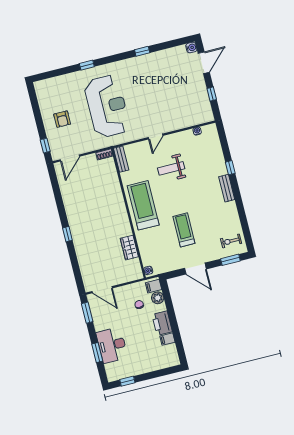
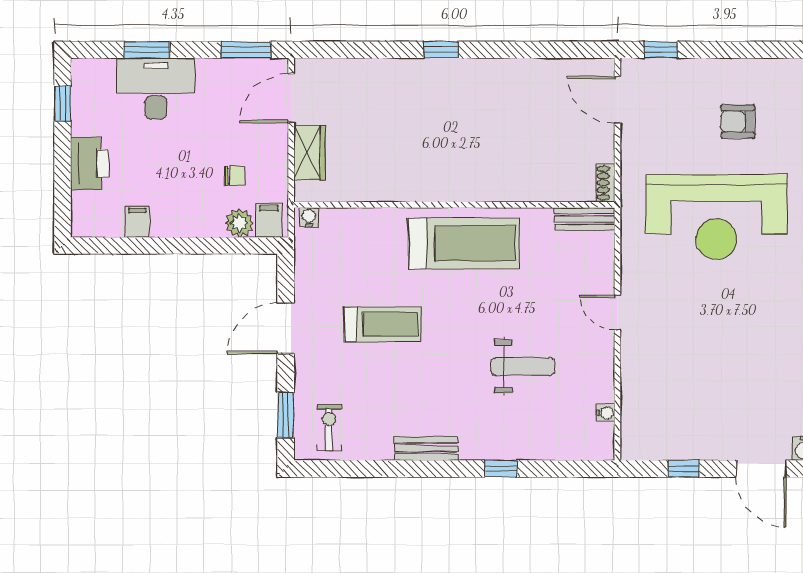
armchair: (62, 119) -> (738, 122), moved
weight bench: (171, 168) -> (523, 366), moved, turned 90
bench: (227, 188) -> (426, 448), moved
wardrobe: (129, 248) -> (310, 153), moved, turned 90
printer: (162, 323) -> (90, 164), moved, turned 90

